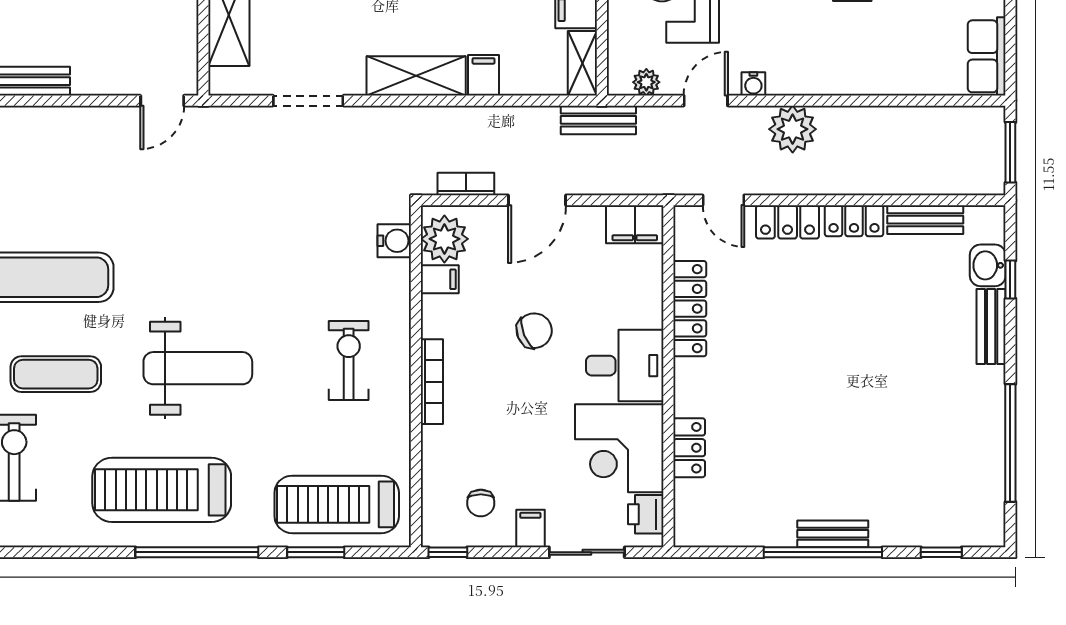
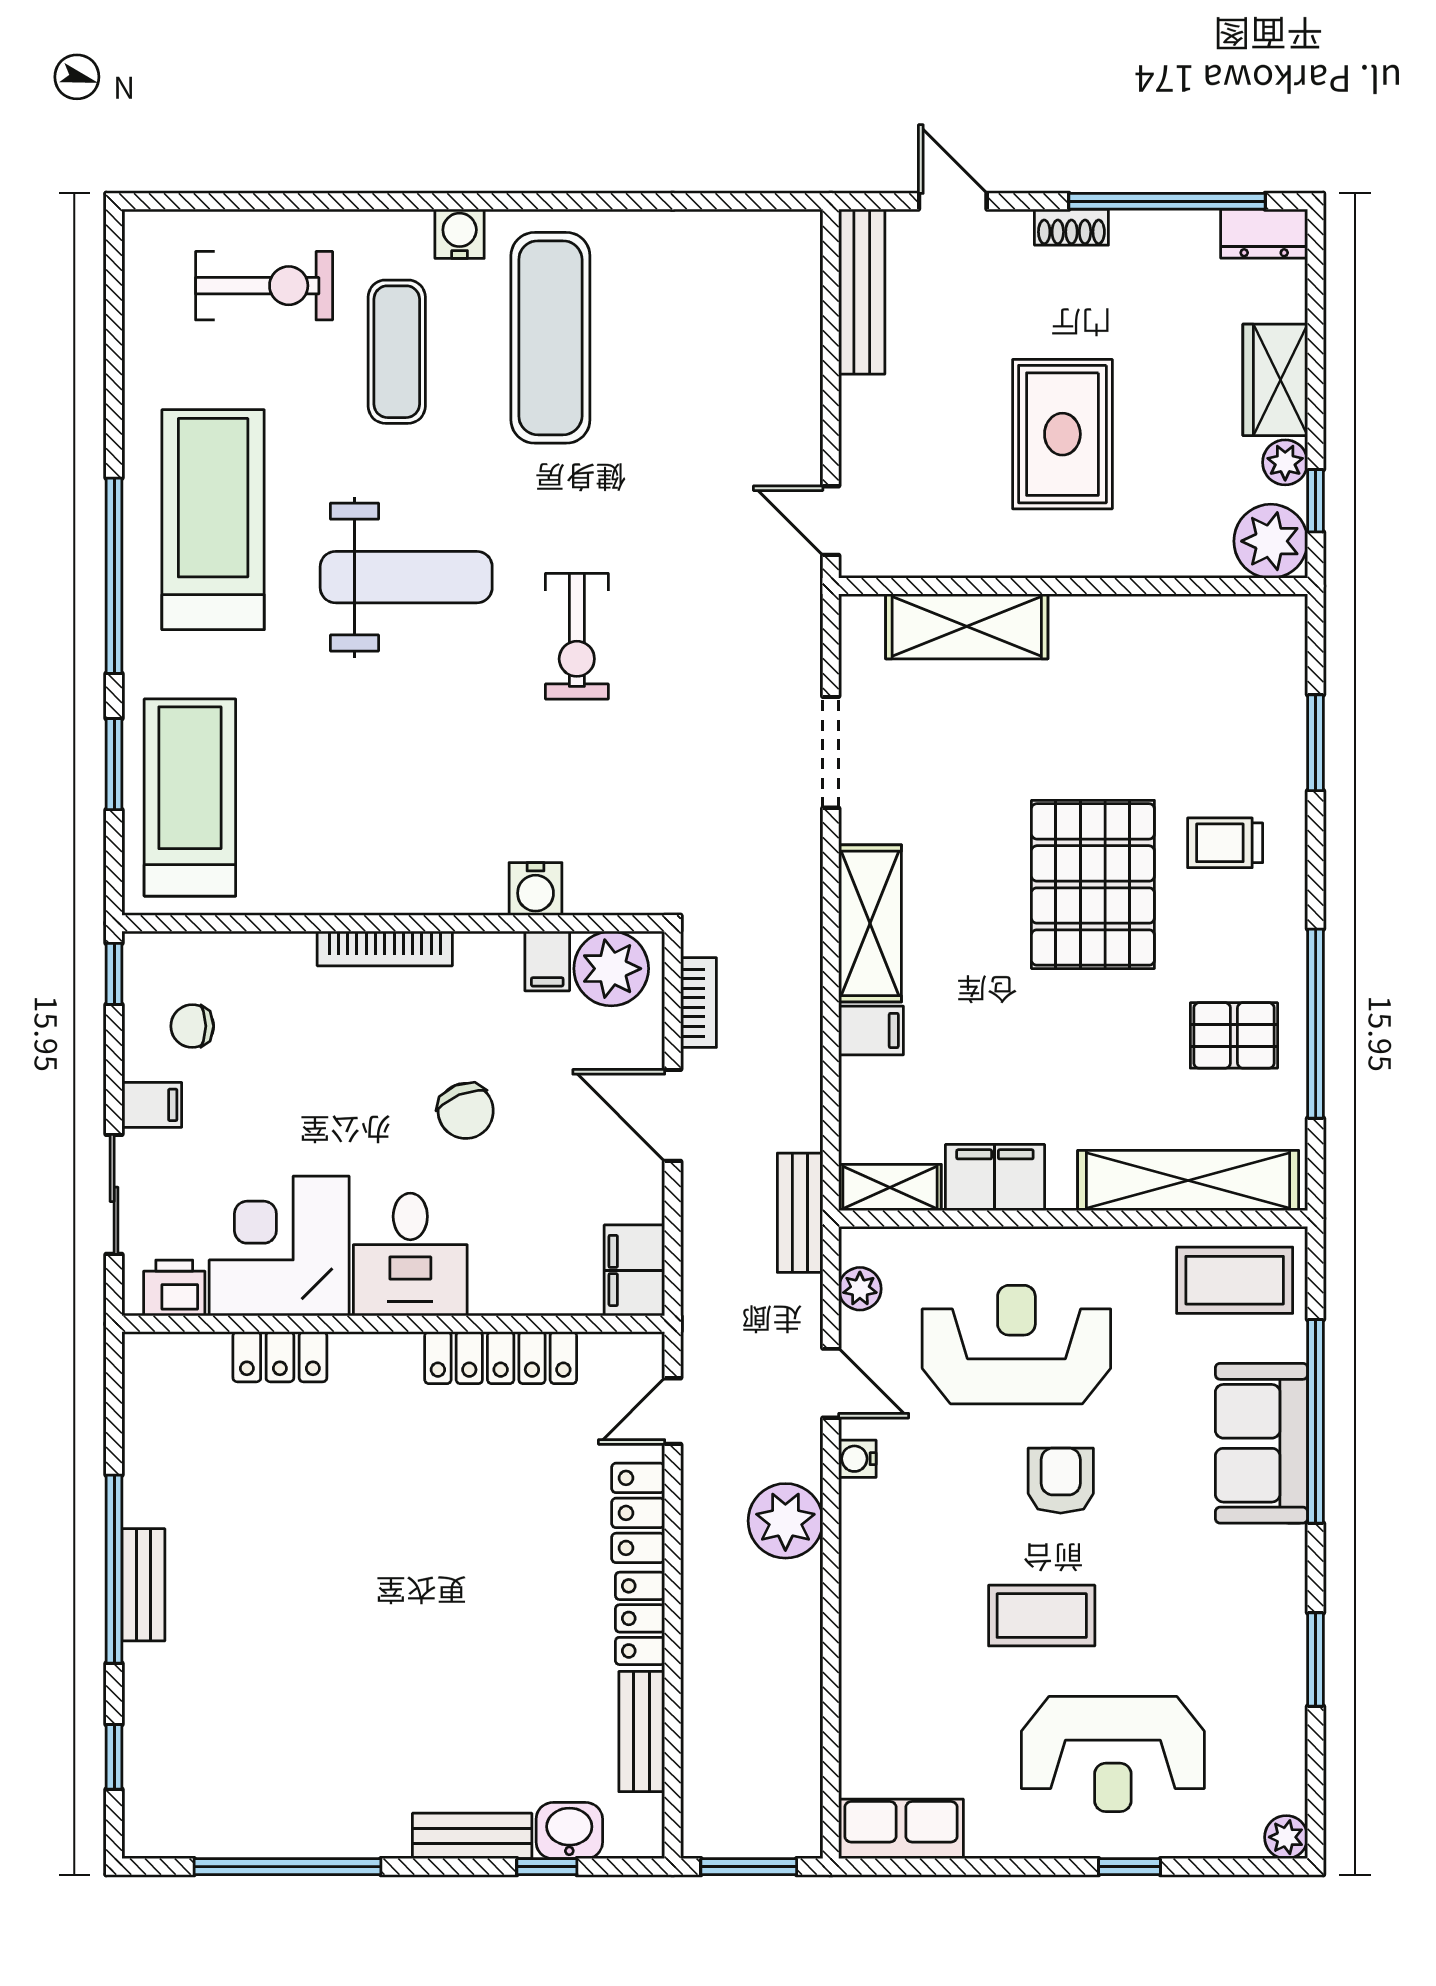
water cooler: (394, 241) -> (536, 889), moved
exercise bike: (349, 360) -> (577, 636), moved, turned 90
weight bench: (198, 368) -> (406, 577), turned -90

